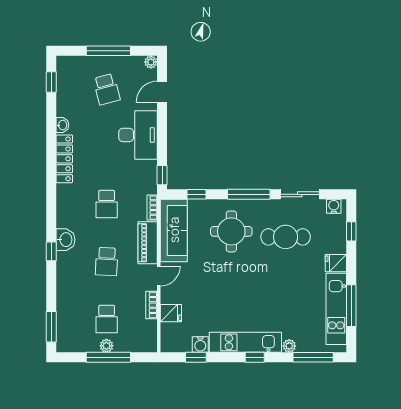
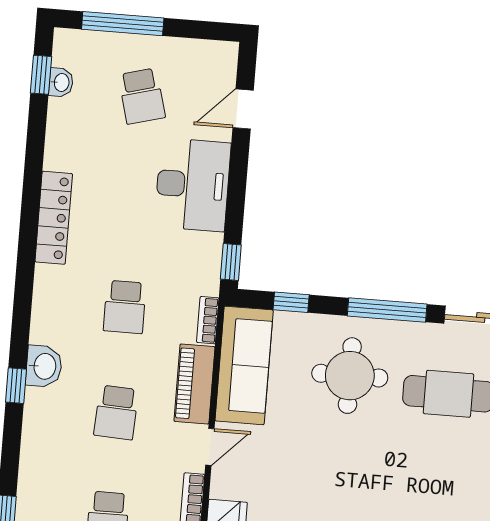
window: (108, 51) -> (123, 24), moved
plant: (151, 62) -> (227, 53), removed
washbasin: (62, 125) -> (61, 82), moved

